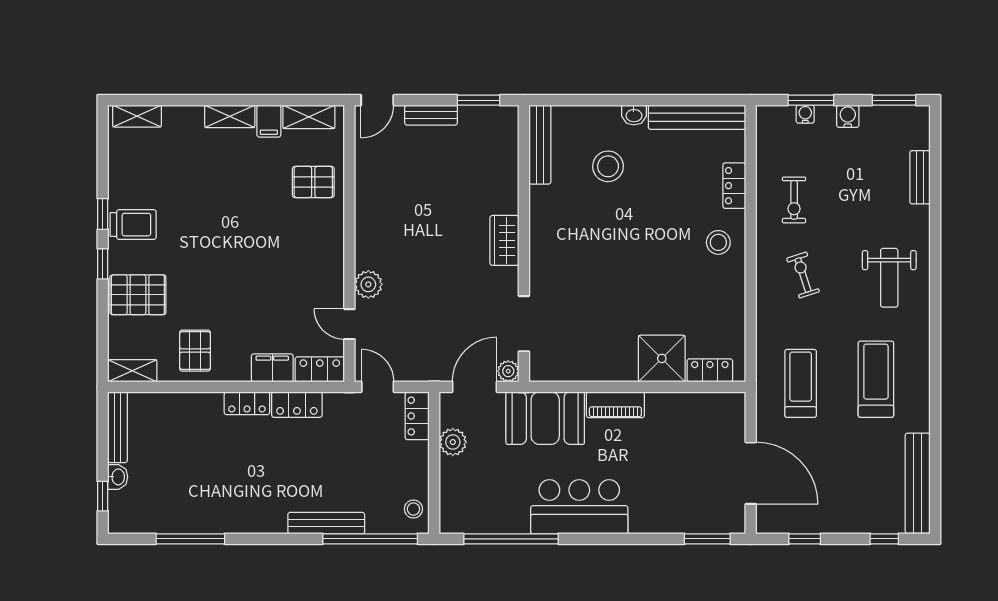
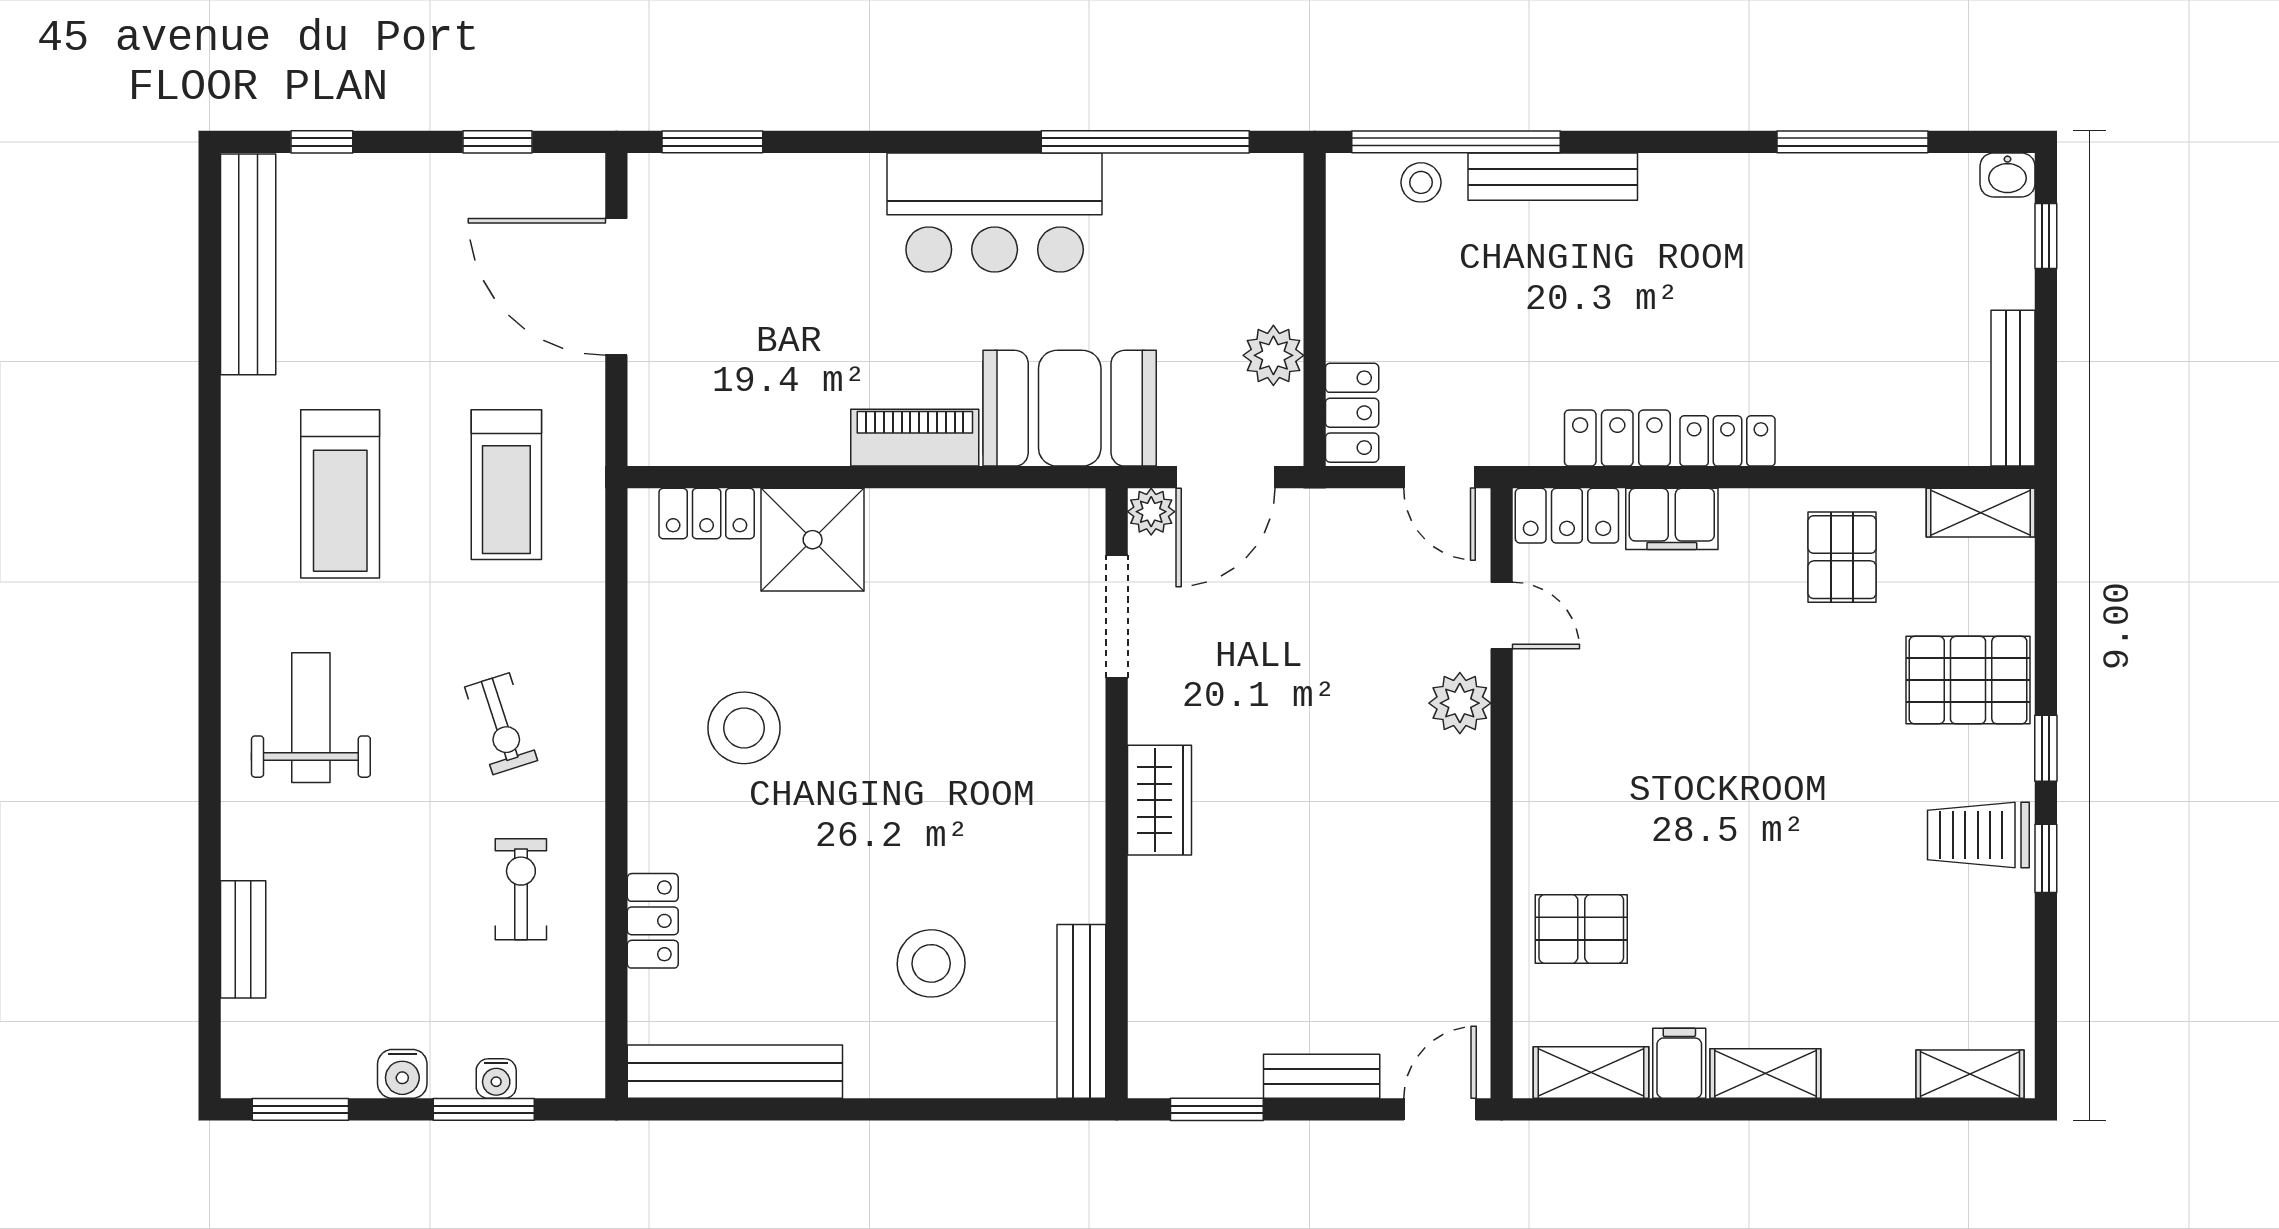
washbasin: (634, 115) -> (874, 1077), removed
stool: (718, 242) -> (744, 728), moved, width x1.38, depth x1.38
washbasin: (118, 477) -> (2007, 175), moved, turned -90
stool: (413, 509) -> (1421, 182), moved

